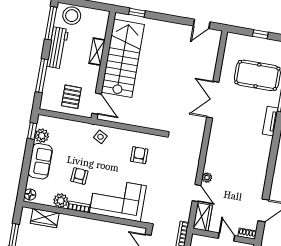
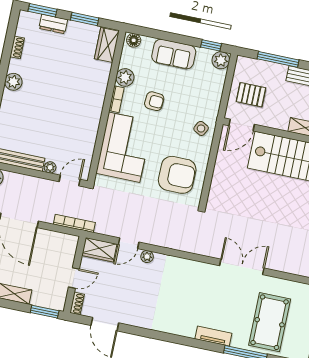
plant: (42, 136) -> (221, 60), moved
armchair: (139, 155) -> (177, 175), width x1.88, depth x1.88
wardrobe: (45, 218) -> (107, 45), moved

